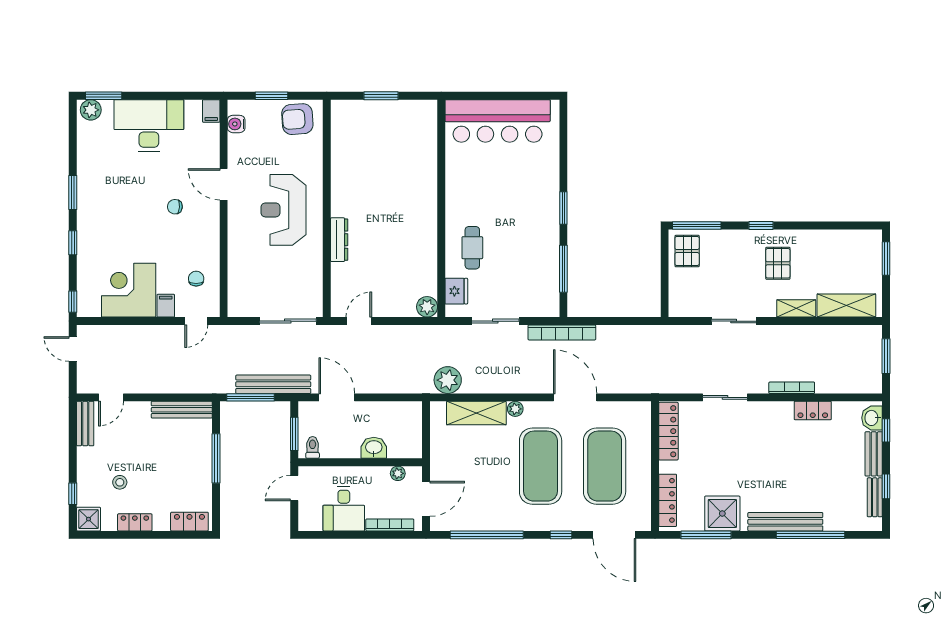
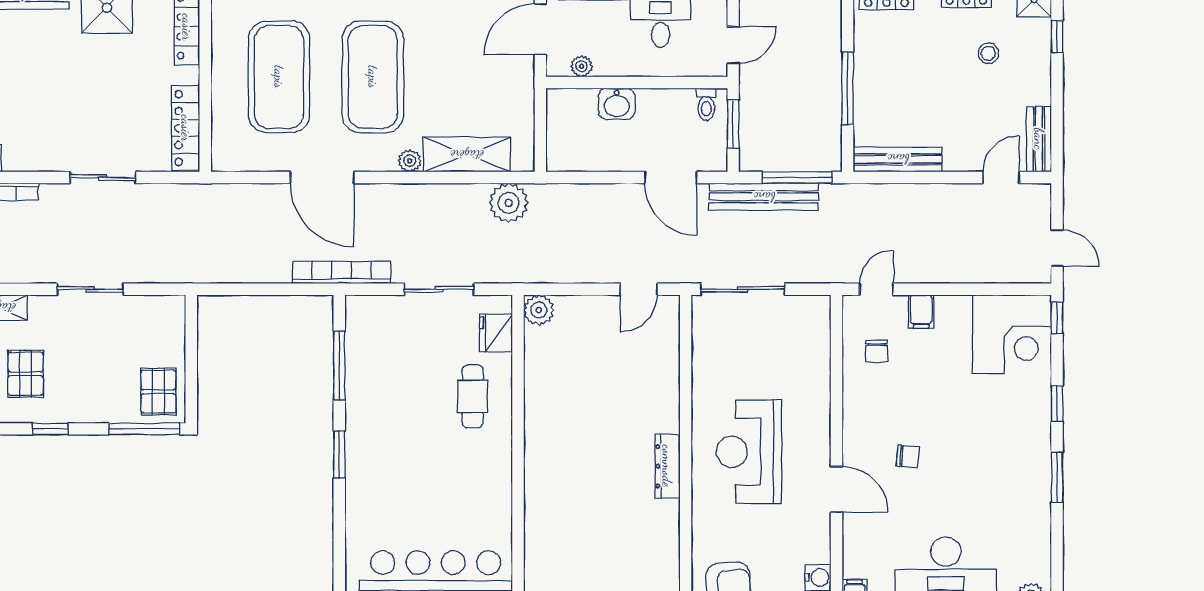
reception desk: (284, 210) -> (749, 452), turned 180
dresser: (339, 240) -> (667, 466), moved
corner desk: (129, 290) -> (1012, 334), moved

